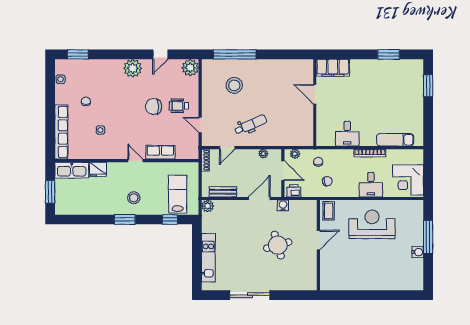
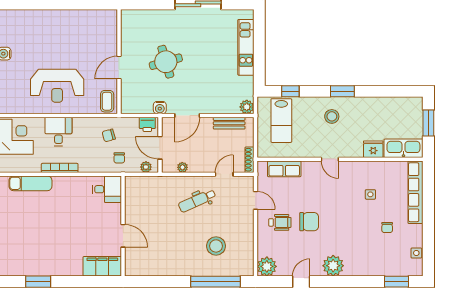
desk: (347, 134) -> (107, 189), moved, turned 90
row of seats: (160, 152) -> (284, 169), moved

